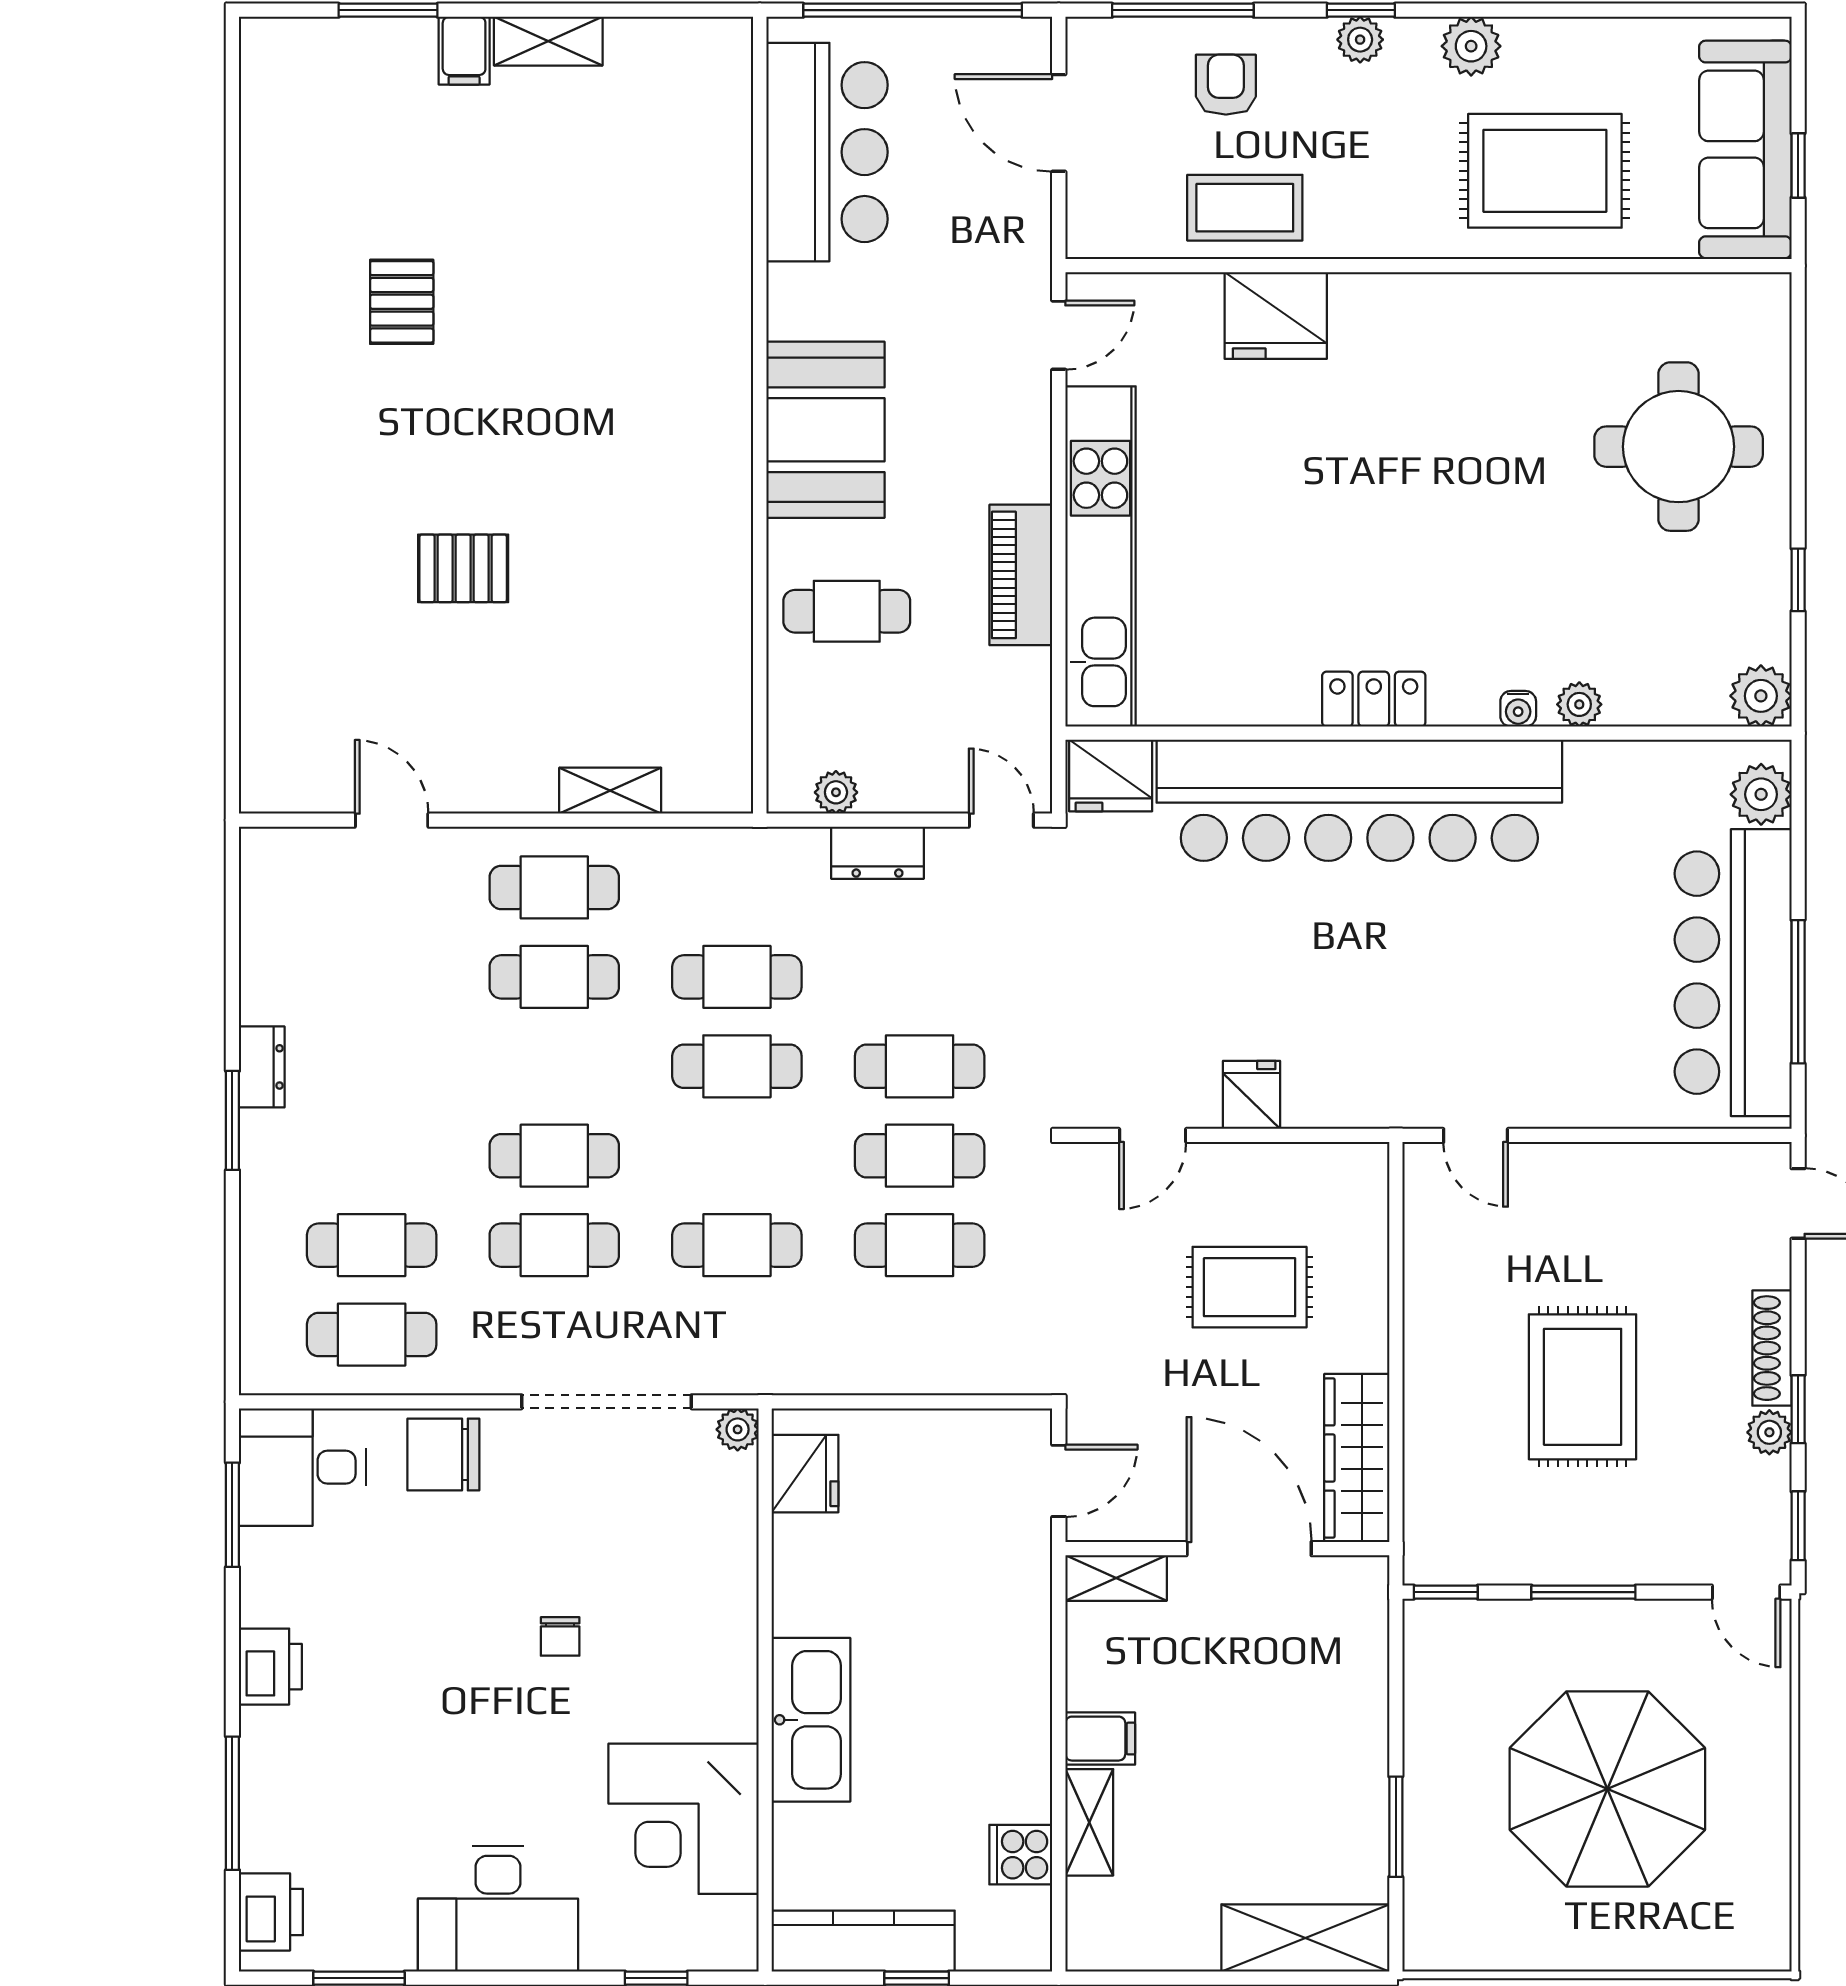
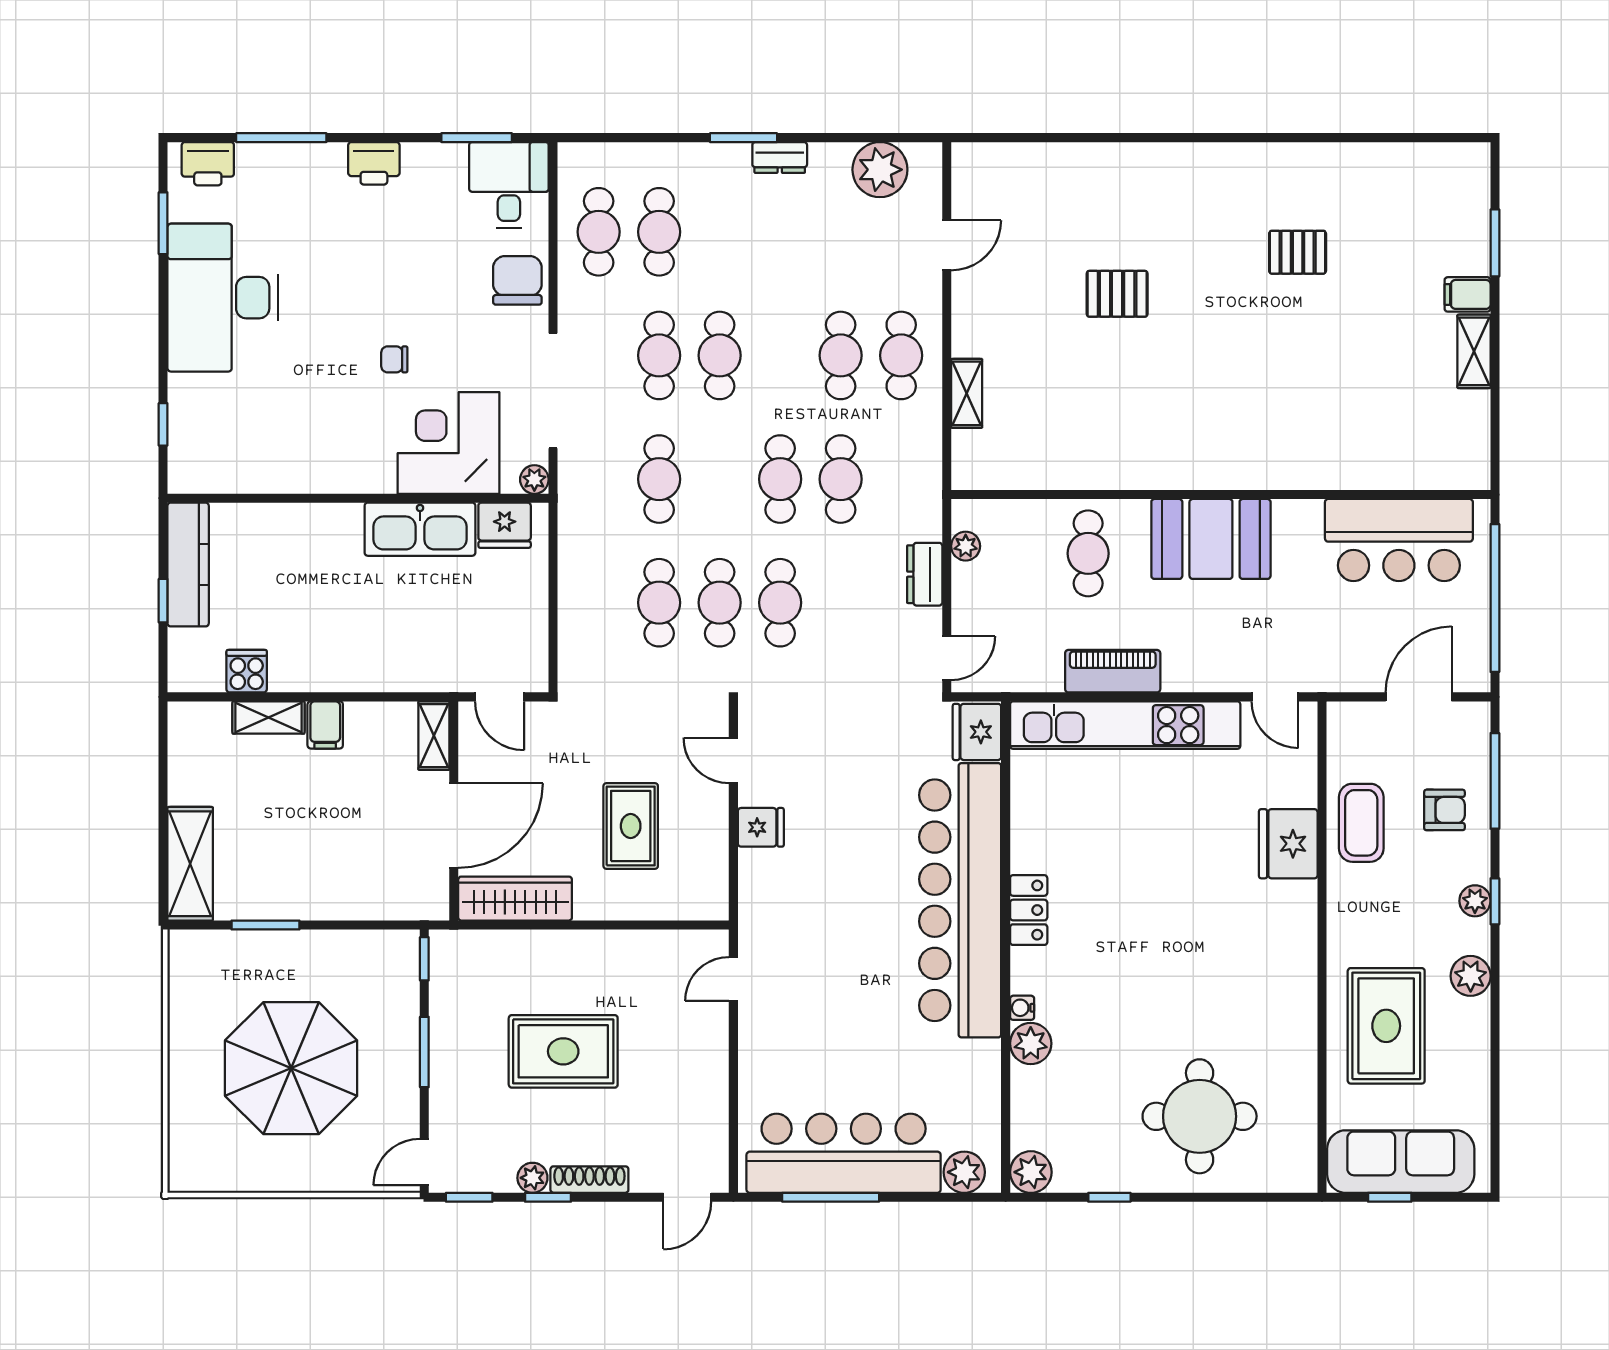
pallet: (463, 568) -> (1117, 294), turned 90
plant: (1579, 704) -> (1031, 1043), width x1.38, depth x1.38
plant: (280, 919) -> (880, 170), added
kitchen sink: (811, 1720) -> (420, 529), moved
corner desk: (684, 1819) -> (449, 443), moved
desk: (498, 1909) -> (223, 298), width x1.36, depth x1.30

